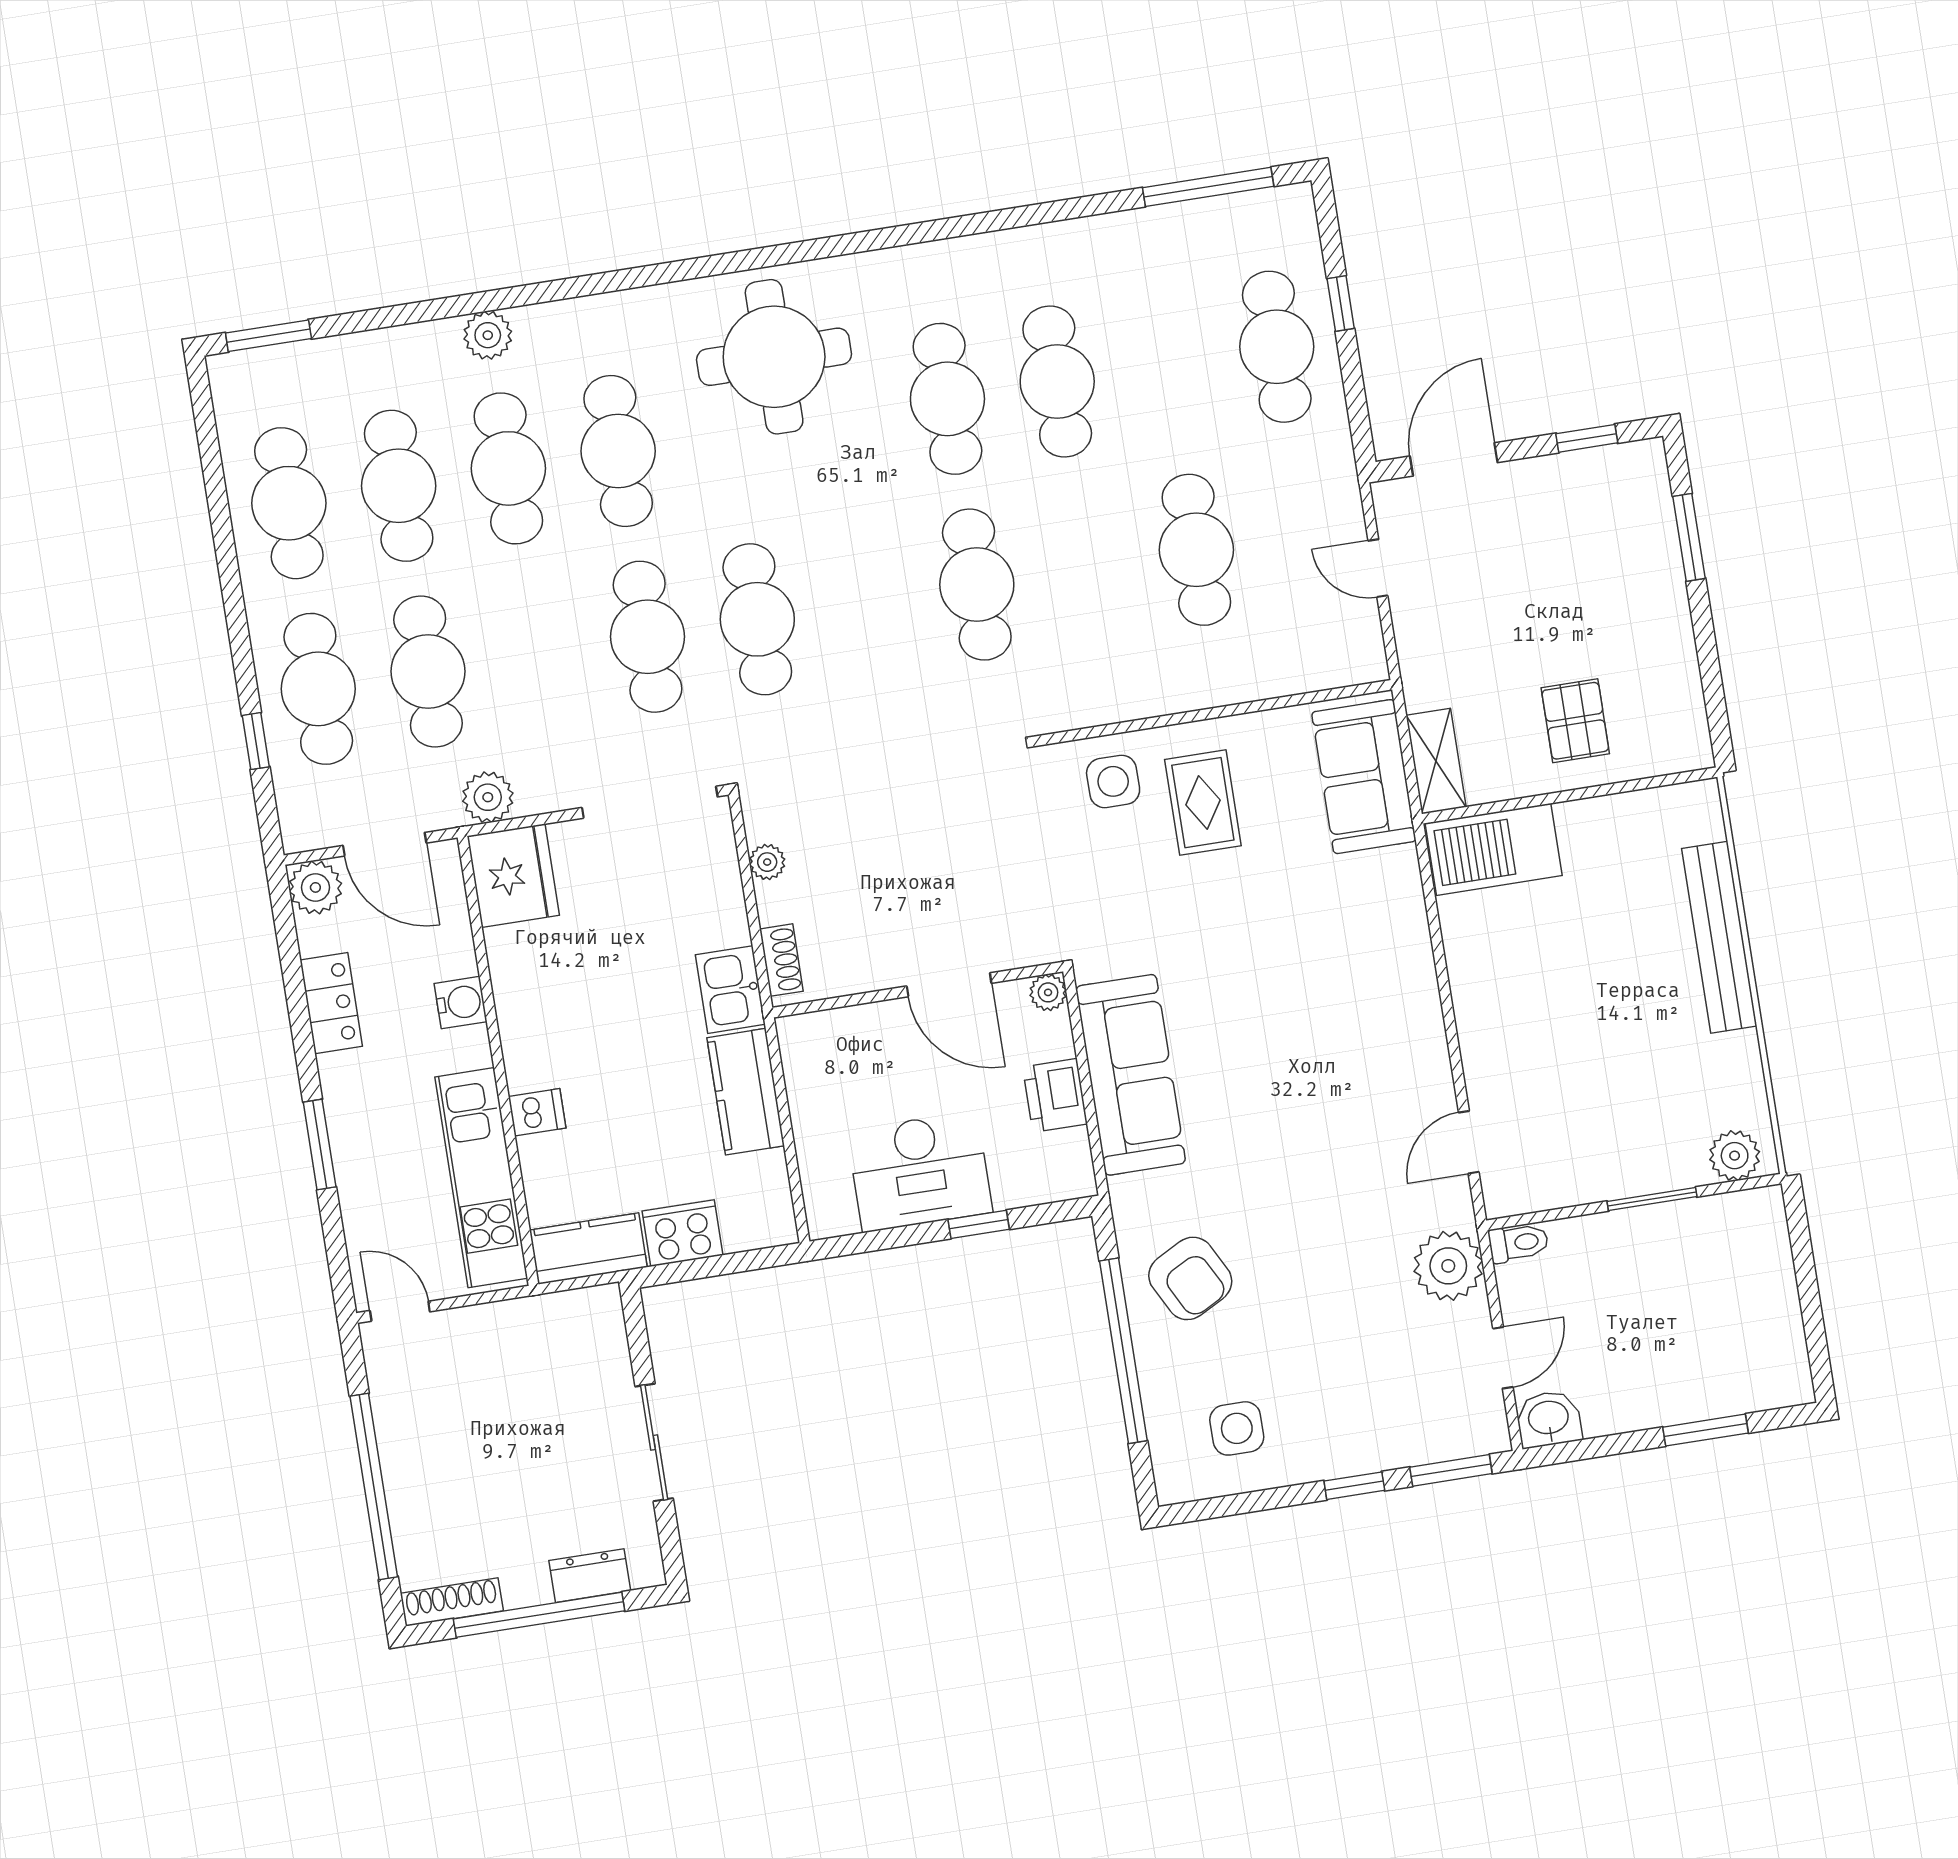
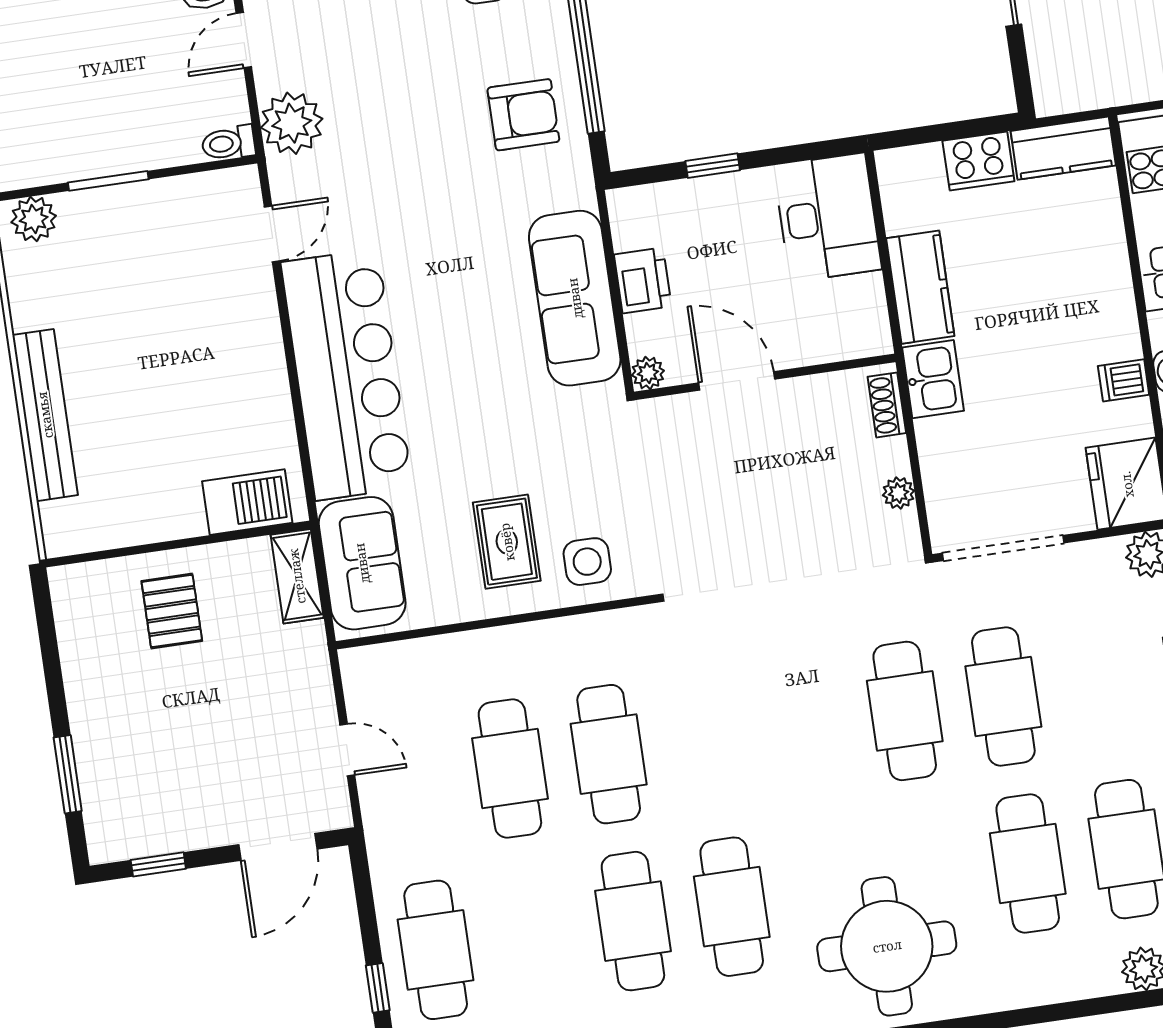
cafe table: (977, 585) -> (609, 754), moved
barbecue: (1494, 849) -> (247, 502), width x0.73, depth x0.83
bar counter: (1384, 986) -> (347, 375), added
dishwasher: (537, 1112) -> (1124, 380), moved
desk: (920, 1171) -> (827, 217), moved, turned 90
armchair: (1190, 1278) -> (523, 115), turned 118

